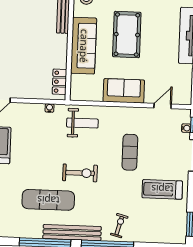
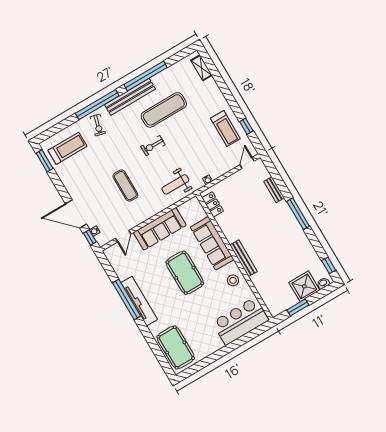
sofa: (124, 91) -> (160, 229), width x1.36
exercise bike: (80, 173) -> (153, 146), width x0.73, depth x0.72
treadmill: (162, 189) -> (67, 148), moved

